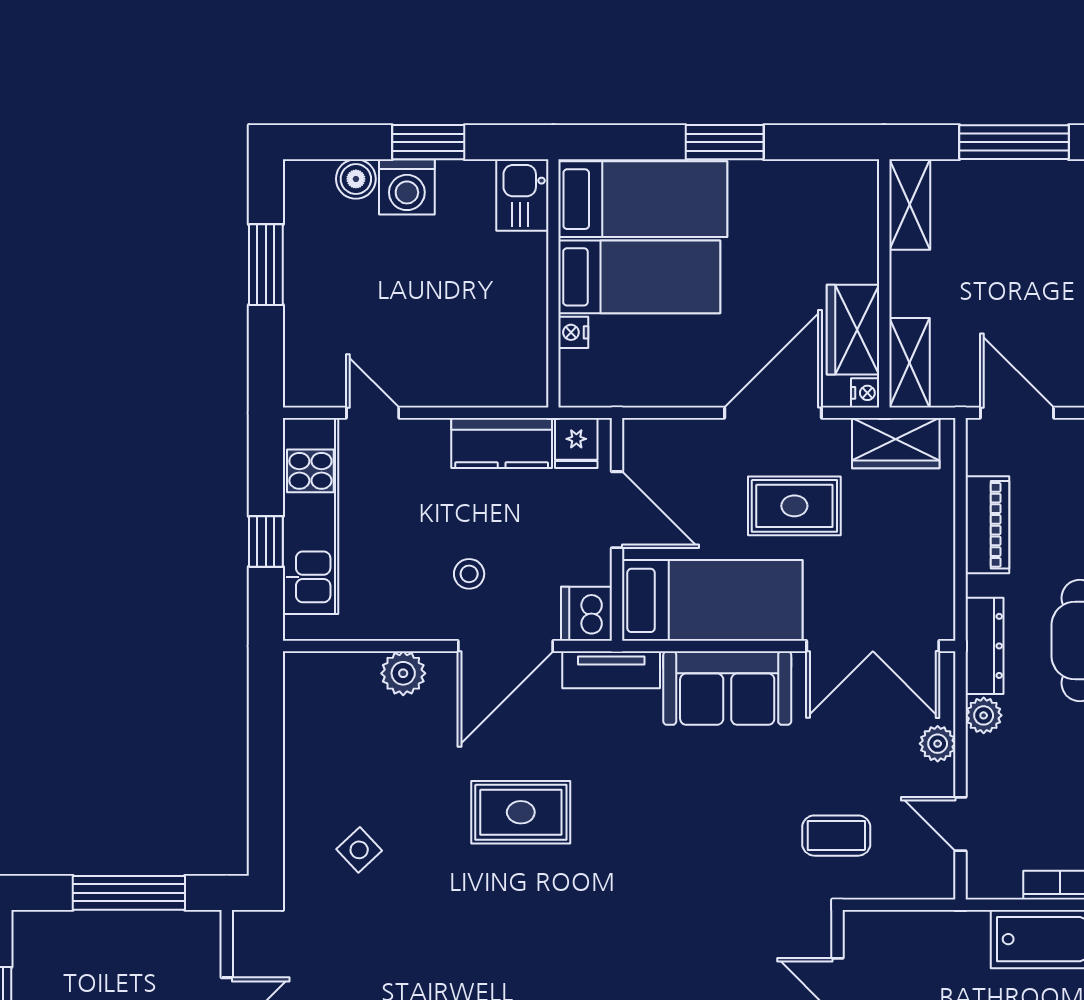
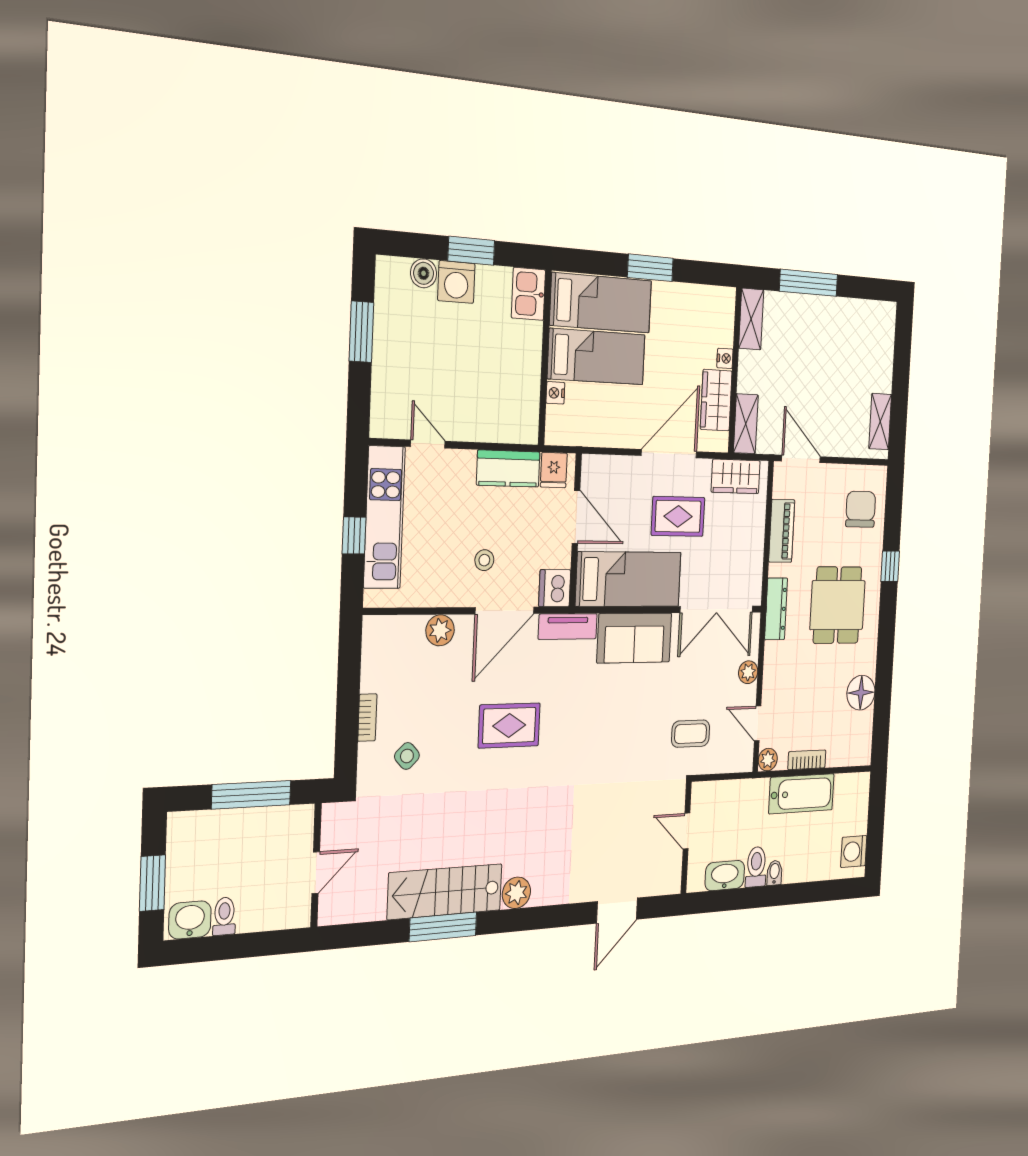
nightstand: (865, 393) -> (725, 358), moved
plant: (984, 715) -> (768, 760), moved
bookcase: (296, 794) -> (367, 718), added

